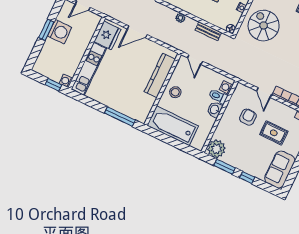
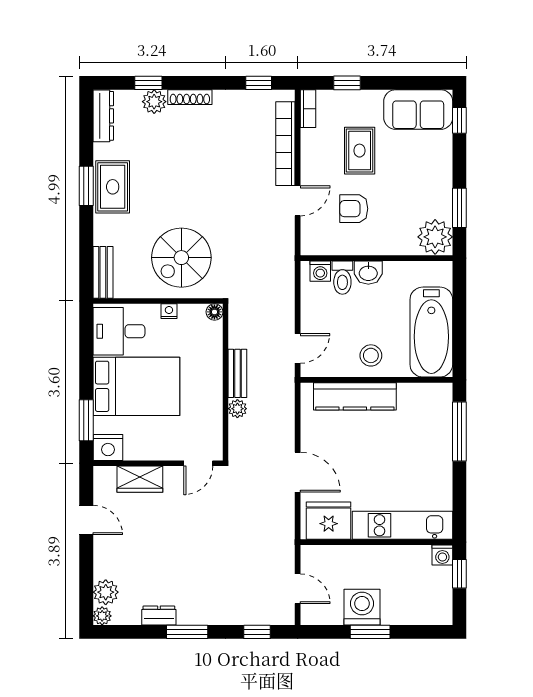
bench: (208, 31) -> (237, 373), moved
window: (247, 178) -> (459, 120), moved

